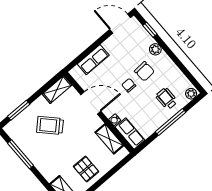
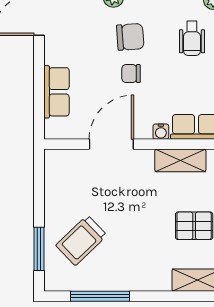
shelving: (57, 89) -> (55, 174), removed
wheelchair: (167, 99) -> (192, 38), turned -90
trolley: (50, 125) -> (81, 240), moved

